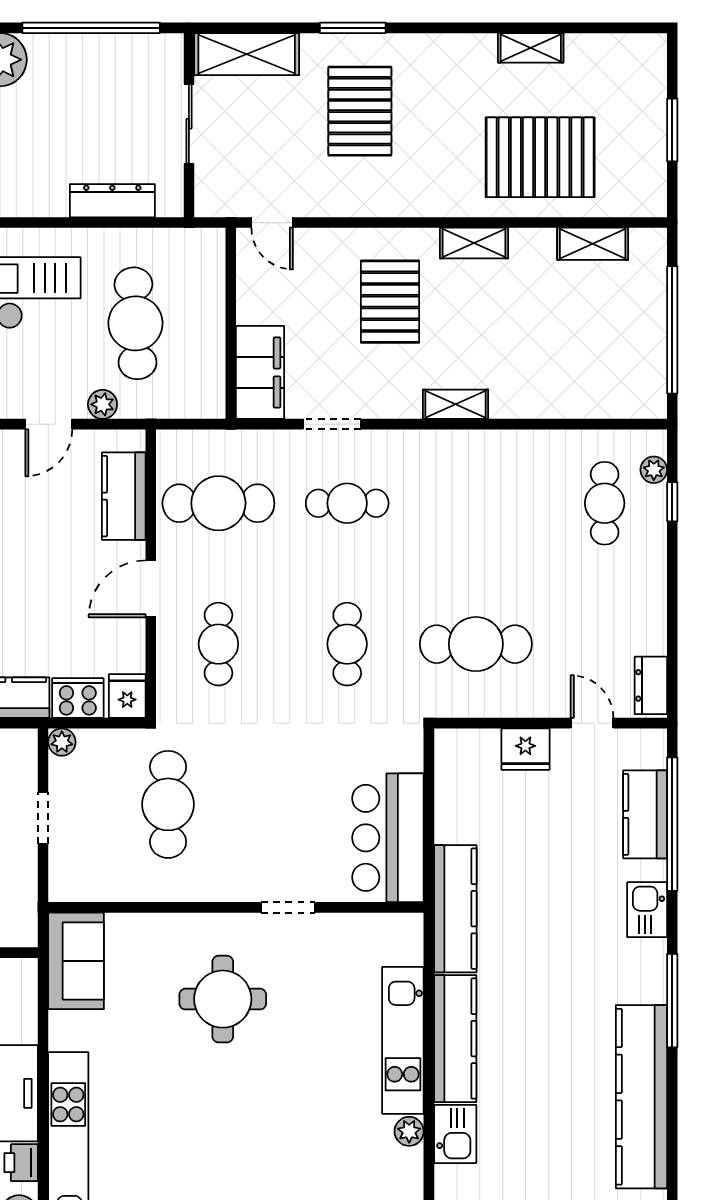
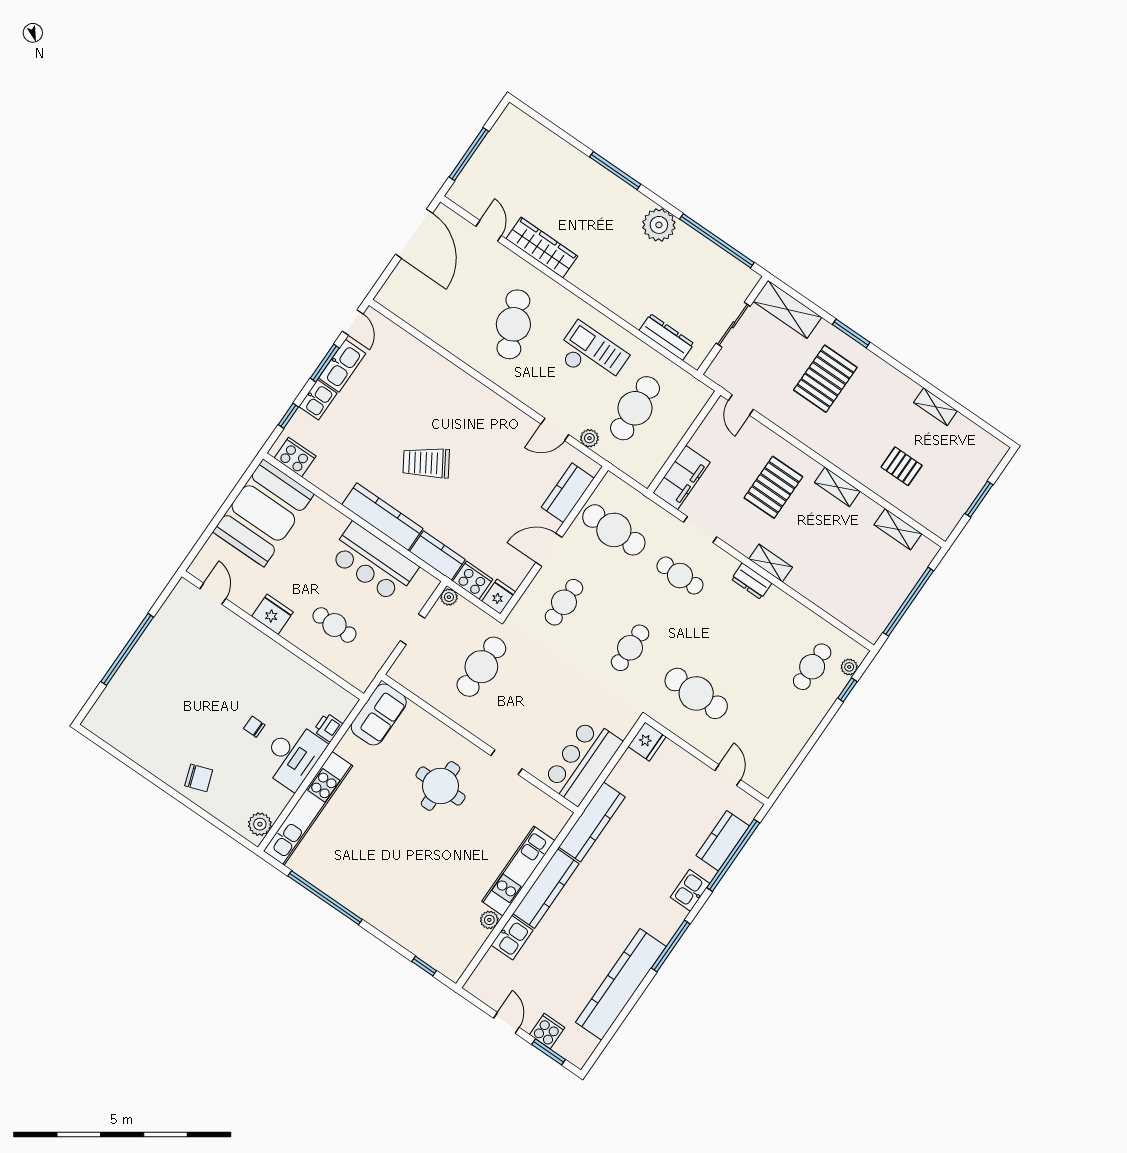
pallet: (540, 157) -> (902, 466), width x0.49, depth x0.50
dresser: (651, 685) -> (751, 581), moved, turned -90
fridge: (525, 749) -> (647, 742), moved, turned -90
printer: (21, 1163) -> (328, 727), moved

